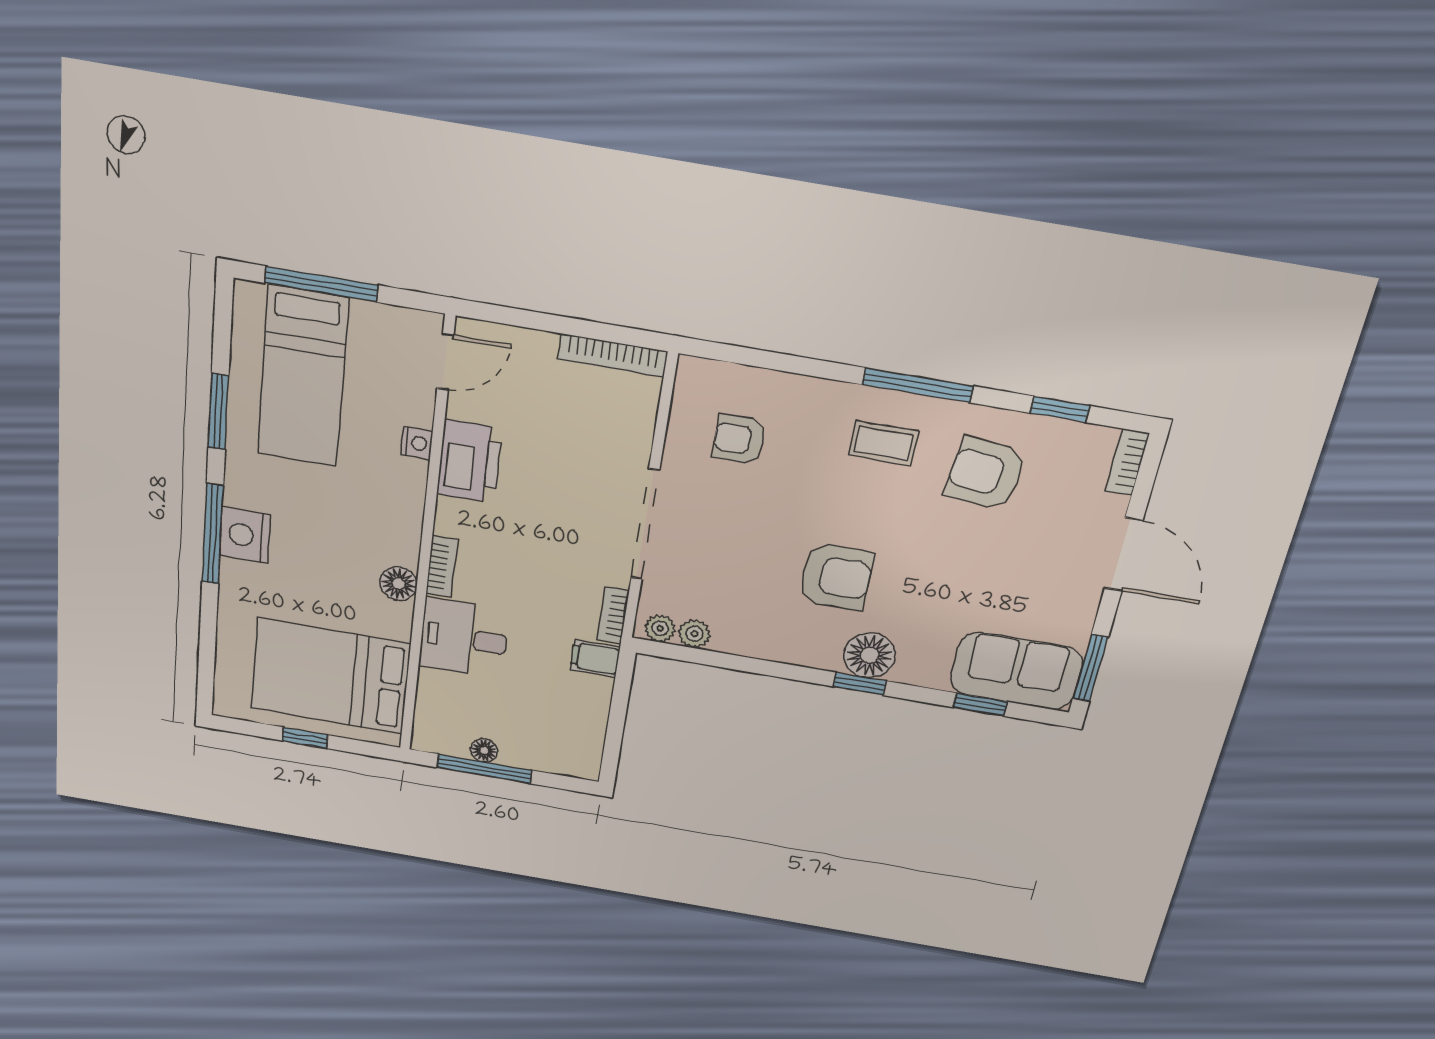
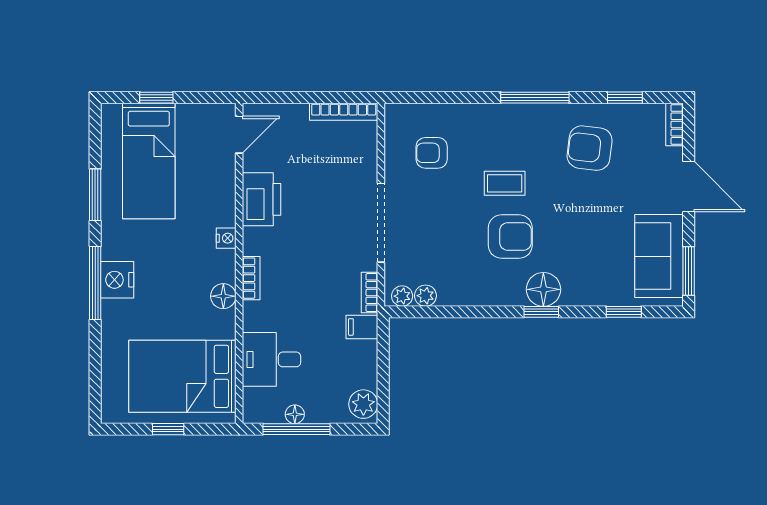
window: (321, 284) -> (156, 98), width x0.46
nightstand: (417, 443) -> (226, 238), moved
coffee table: (883, 443) -> (505, 183), moved
desk: (464, 638) -> (271, 359), moved
sofa: (1016, 671) -> (659, 256), moved, turned -90
plant: (582, 755) -> (363, 404), added

